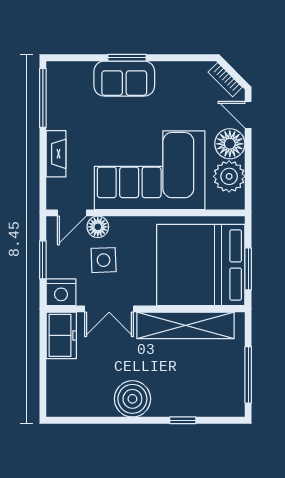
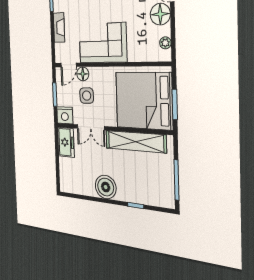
corner sofa: (150, 170) -> (102, 43), width x0.73, depth x0.74
plant: (229, 176) -> (165, 43), width x0.53, depth x0.53

